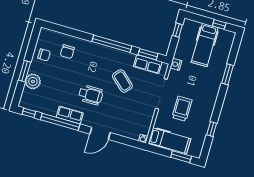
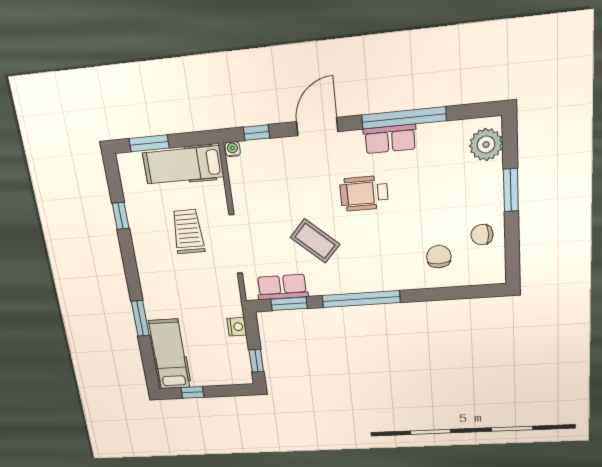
hospital bed: (205, 45) -> (169, 354), moved
nightstand: (176, 64) -> (237, 327), moved
plant: (33, 81) -> (486, 145), moved
trolley: (182, 109) -> (188, 232), turned 180
window: (29, 113) -> (256, 133), moved

